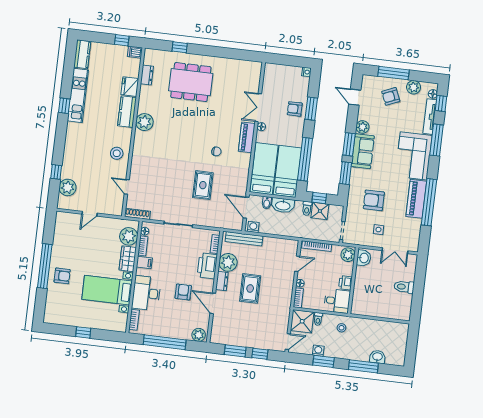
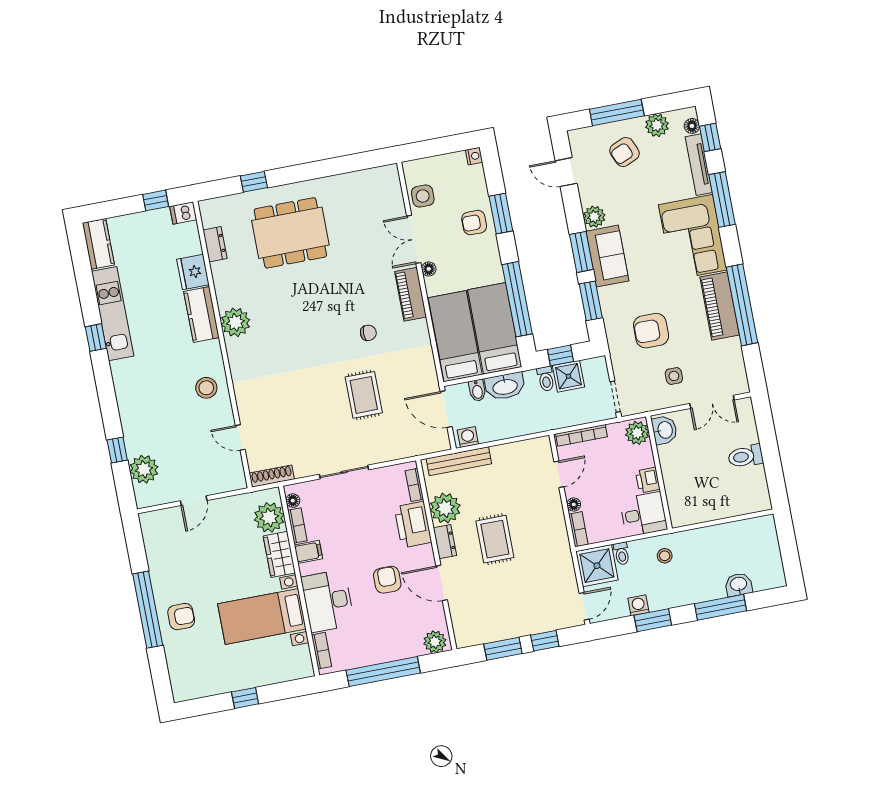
side table: (271, 85) -> (423, 196), added

